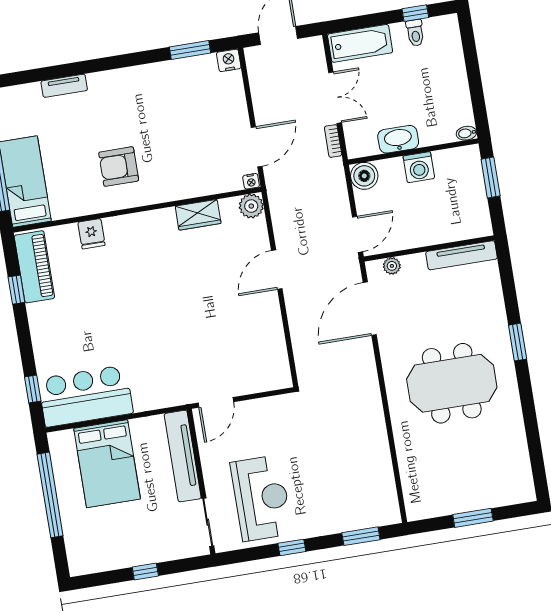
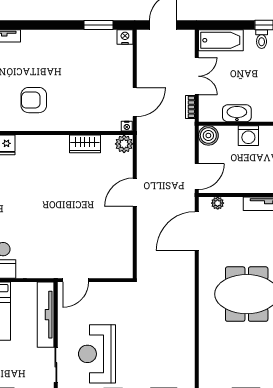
reception desk: (261, 498) -> (97, 354), turned 180

